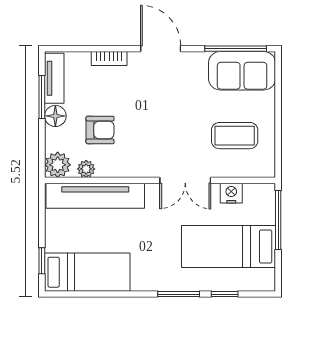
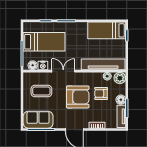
armchair: (153, 122) -> (78, 97), added
floor lamp: (254, 194) -> (33, 65), added

